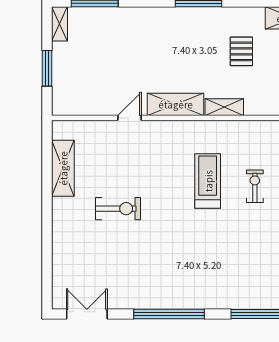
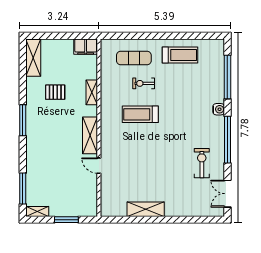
shelving: (224, 107) -> (92, 92), moved
shelving: (63, 168) -> (146, 209), moved
exercise bike: (118, 209) -> (202, 163), moved
water cooler: (215, 301) -> (219, 109), added

